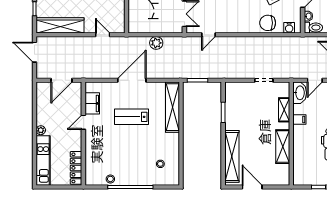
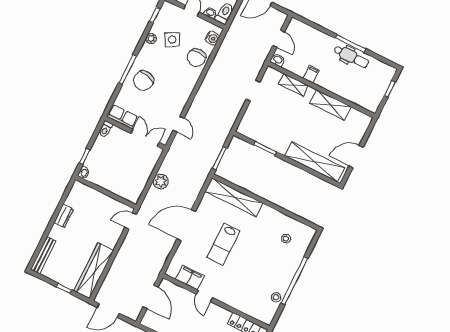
door: (103, 35) -> (131, 221), moved
door: (132, 80) -> (186, 225), hinge flipped
washbasin: (300, 93) -> (278, 60), width x0.52, depth x0.69

